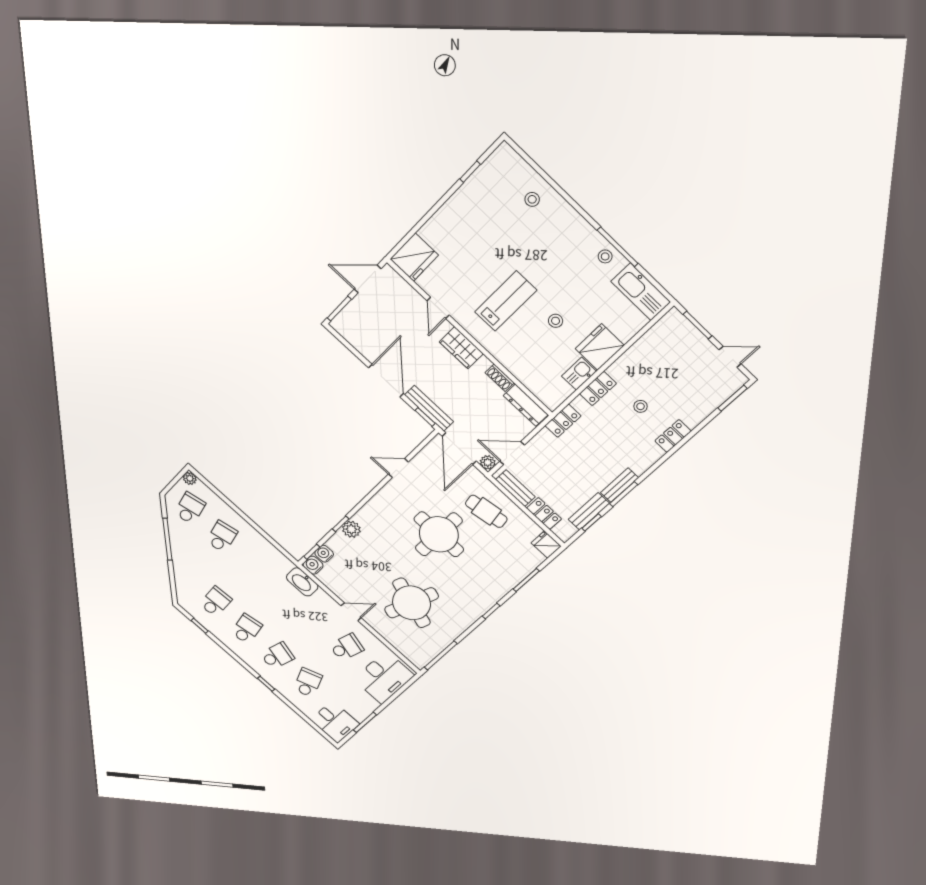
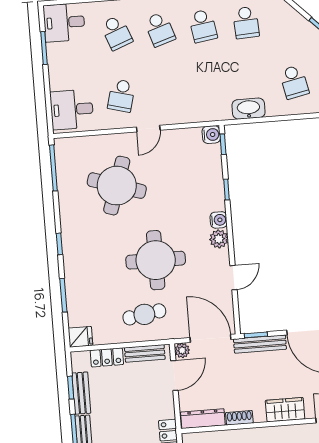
plant: (351, 529) -> (219, 239), moved
water cooler: (324, 554) -> (219, 220), moved
washbasin: (302, 582) -> (249, 109), moved
school desk: (277, 656) -> (160, 29), turned -33
desk: (384, 677) -> (72, 109), width x0.73

